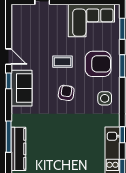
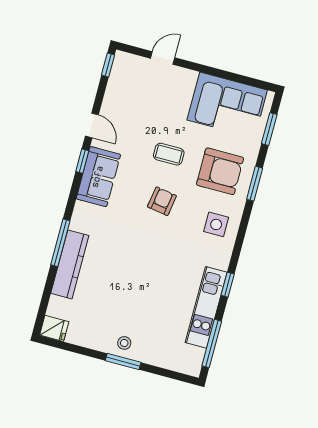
window: (9, 15) -> (108, 65), added

